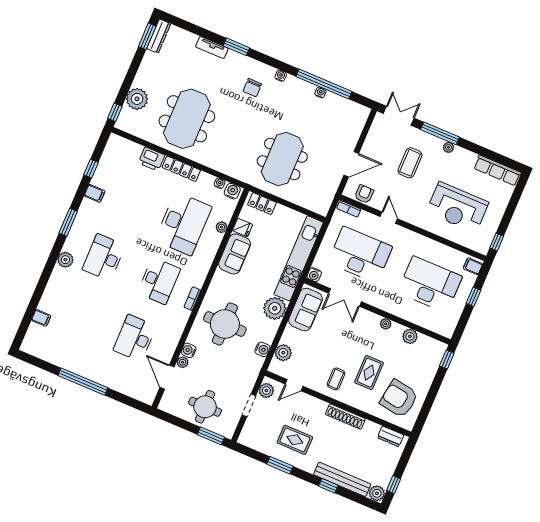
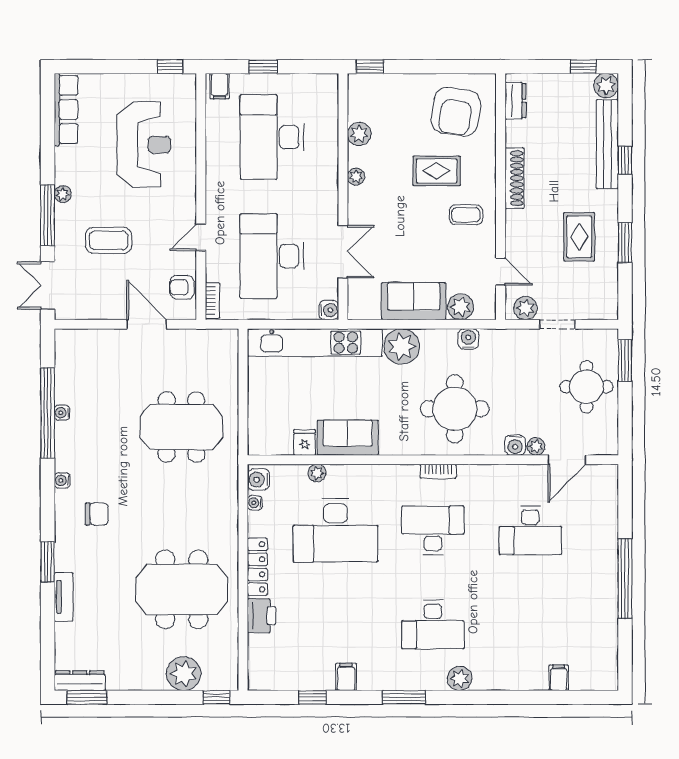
locker: (262, 204) -> (258, 429), removed
desk: (183, 224) -> (335, 530), turned 180
sofa: (306, 310) -> (414, 301), moved

